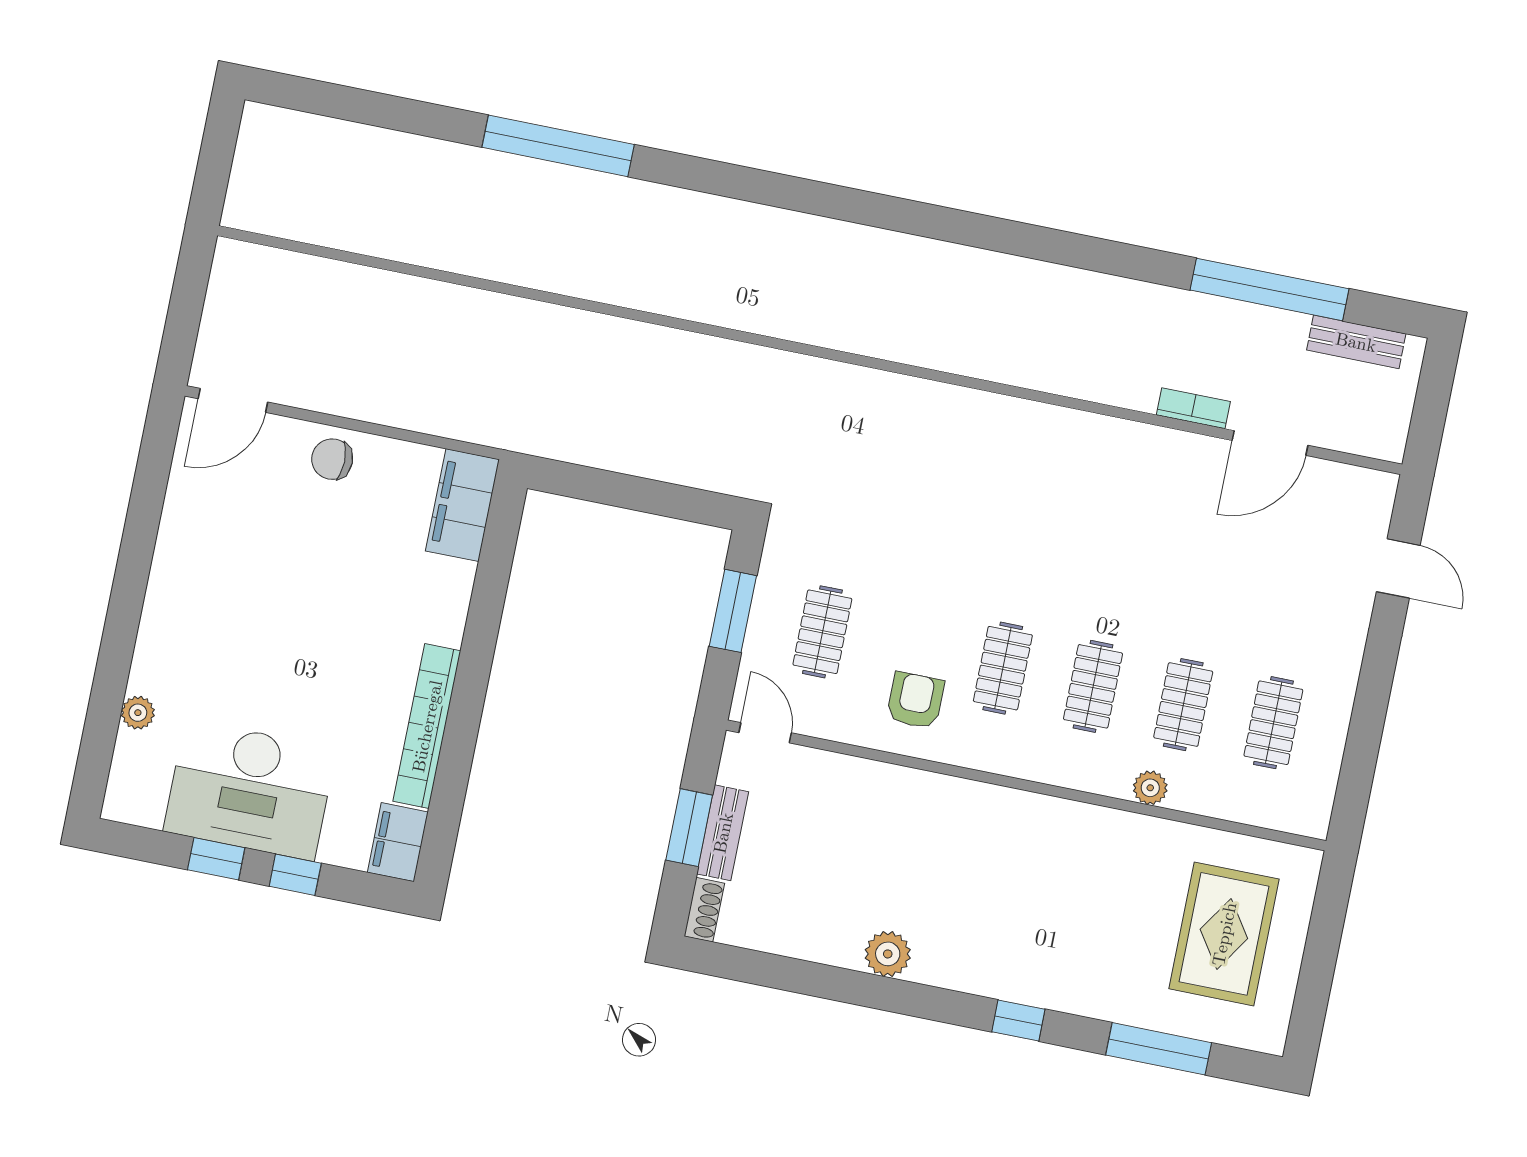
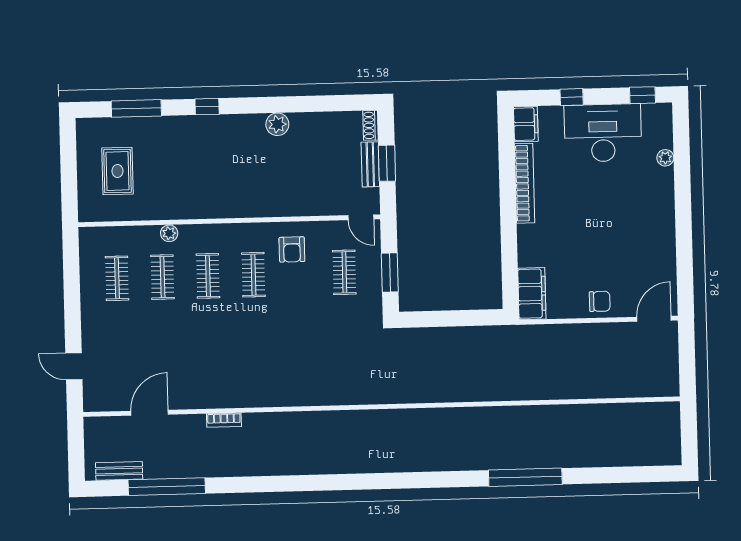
bookcase: (1193, 408) -> (224, 420), moved
window: (216, 859) -> (642, 95), moved
rug: (1224, 934) -> (117, 171), width x0.73, depth x0.70

